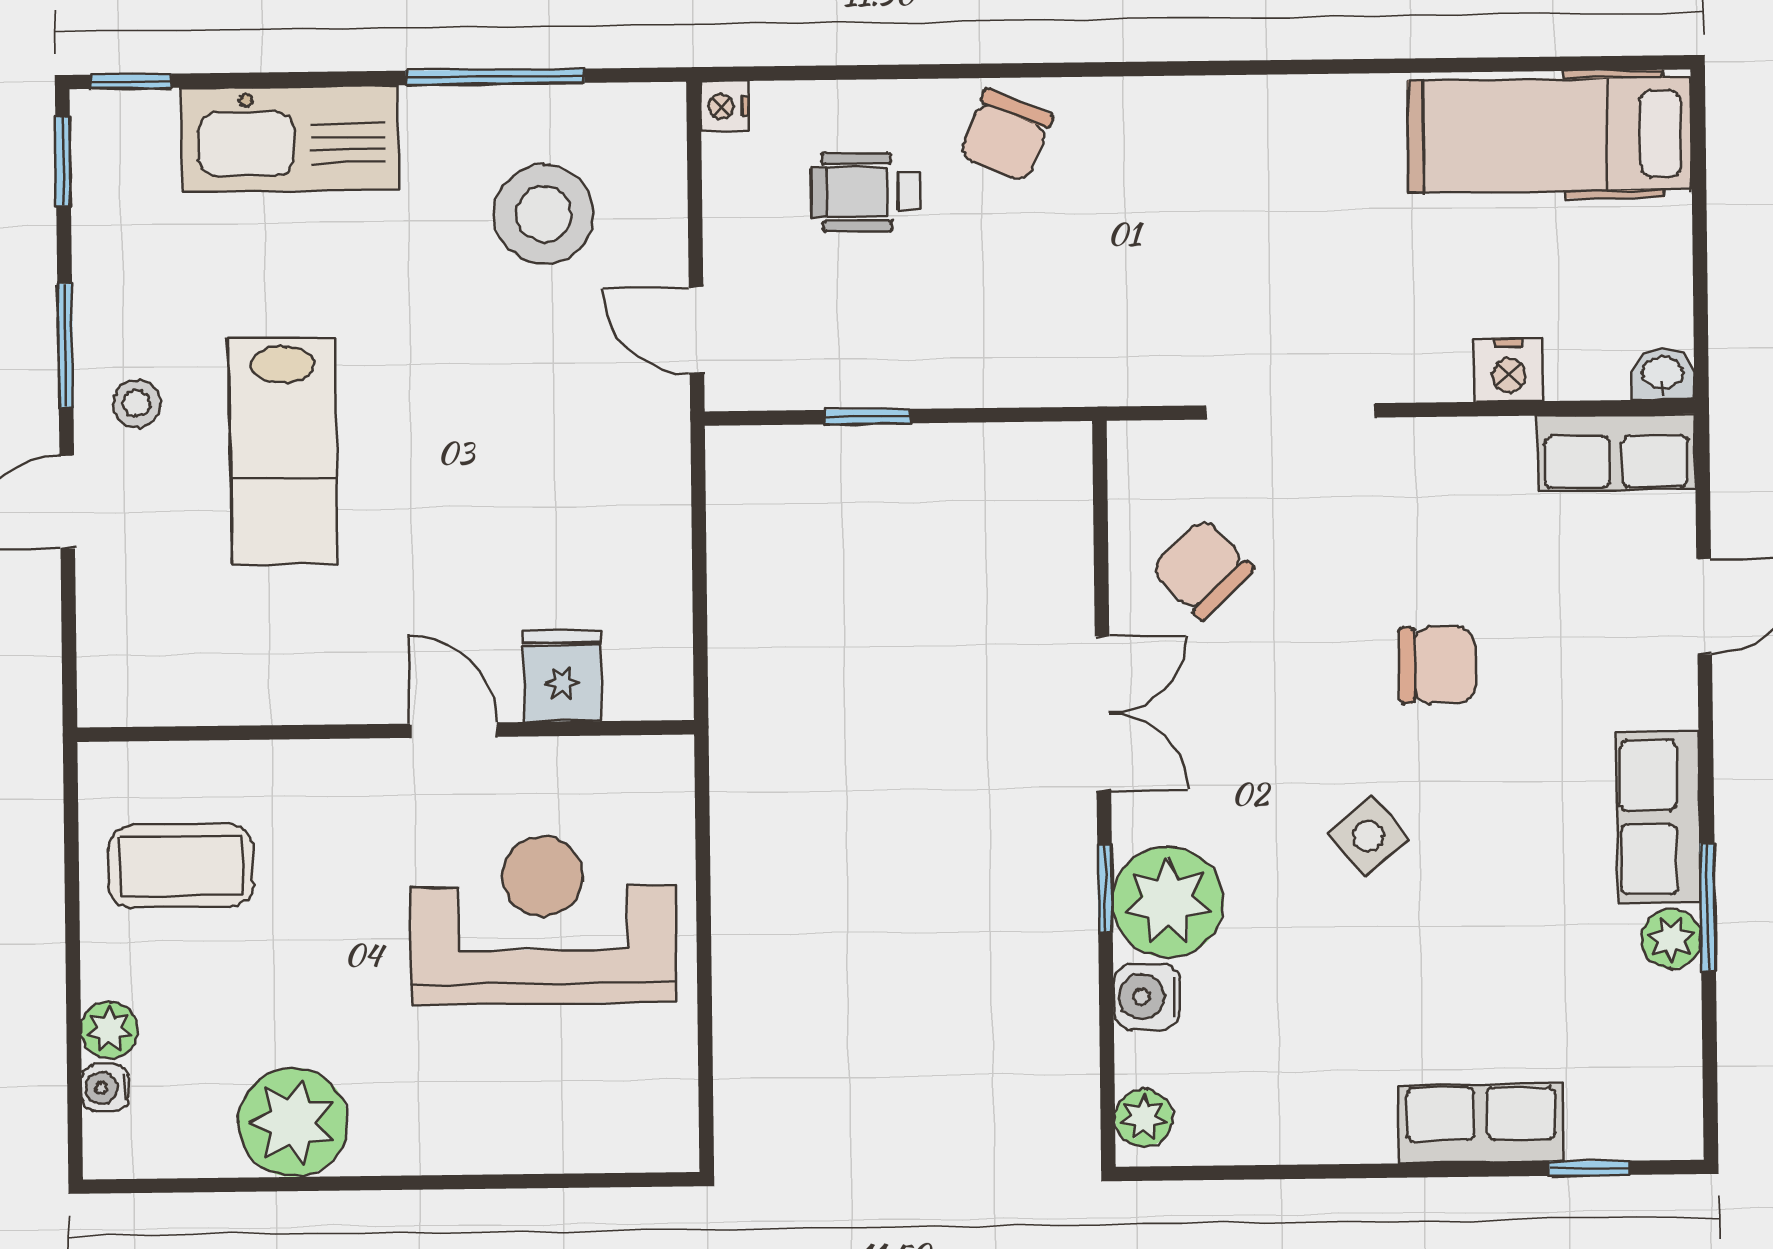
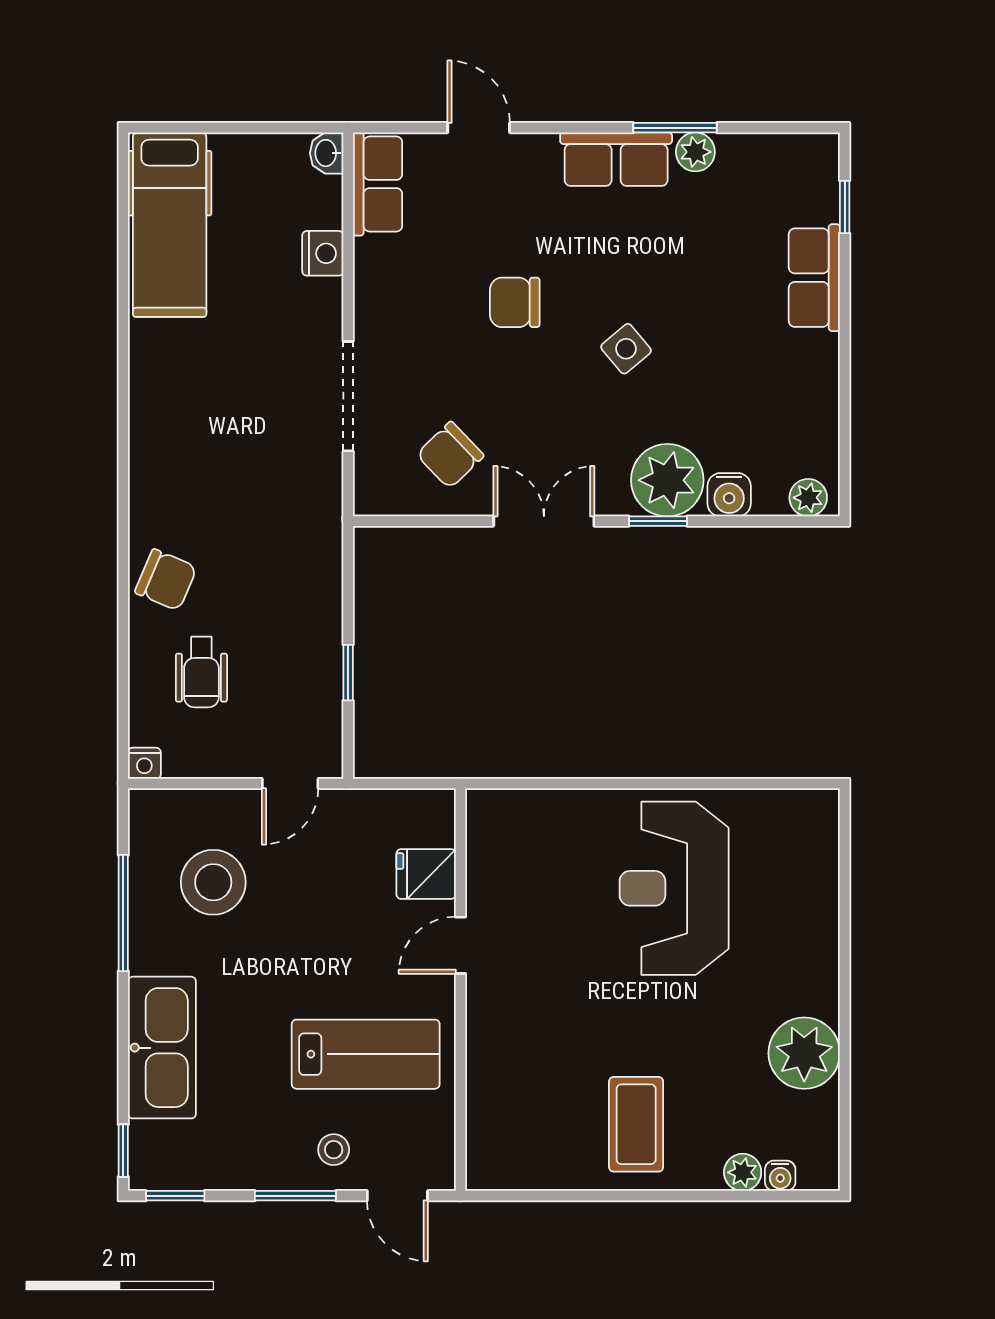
chair: (1437, 665) -> (515, 302), turned -90
fridge: (562, 676) -> (426, 874), moved
door: (454, 730) -> (461, 945), moved
wall: (386, 731) -> (461, 990), moved

